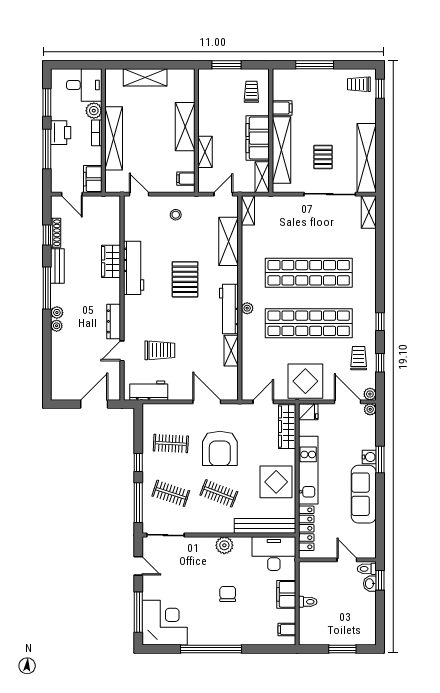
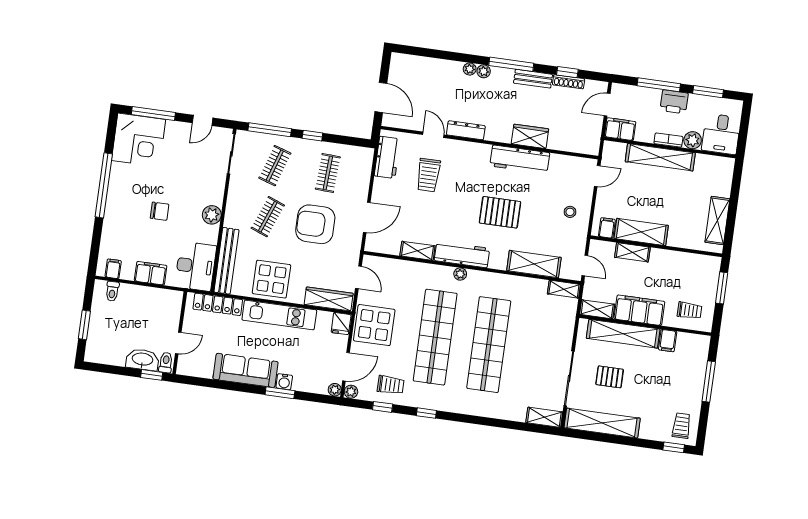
shelving: (145, 77) -> (717, 221), moved
shelving: (185, 127) -> (641, 232), moved
washbasin: (370, 584) -> (143, 360), width x1.91, depth x1.45
toilet: (308, 602) -> (112, 291), moved

